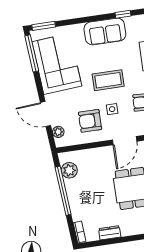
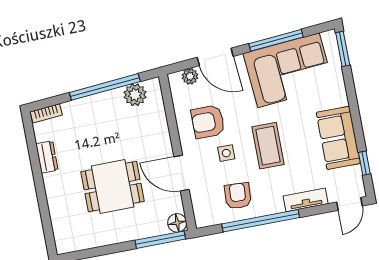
window: (32, 53) -> (276, 40), moved
door: (46, 114) -> (215, 57), swing flipped
armchair: (90, 121) -> (208, 122), turned -90

